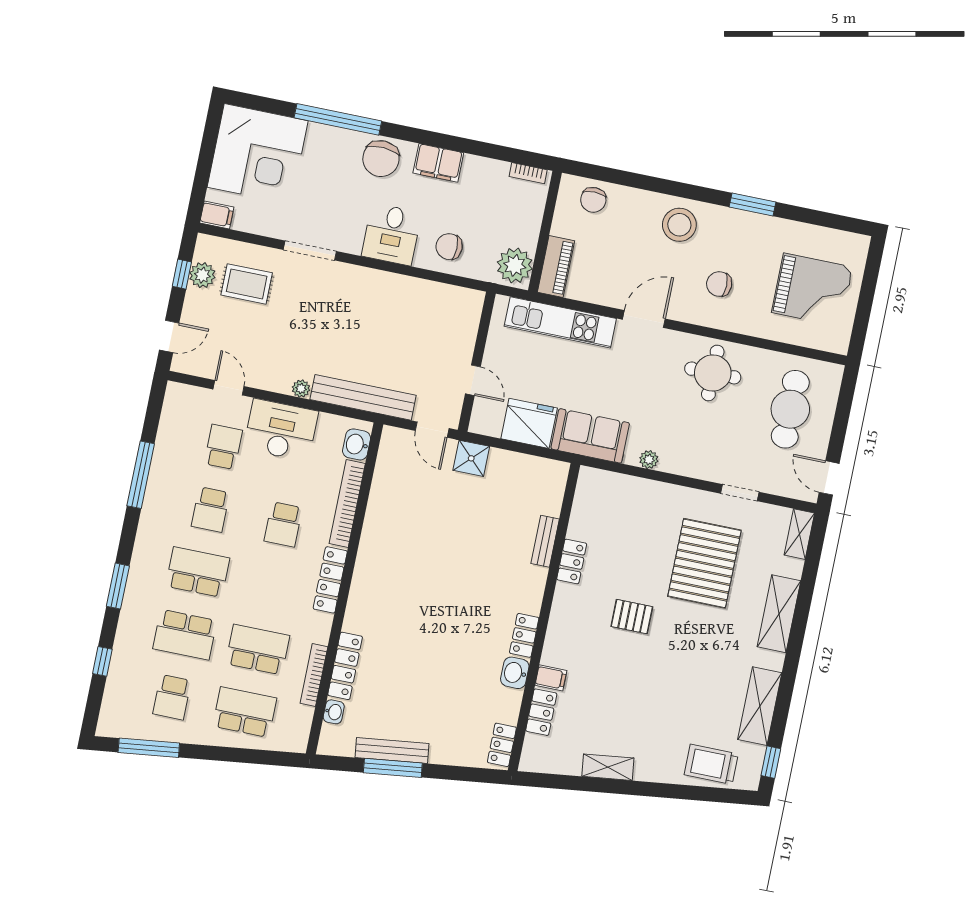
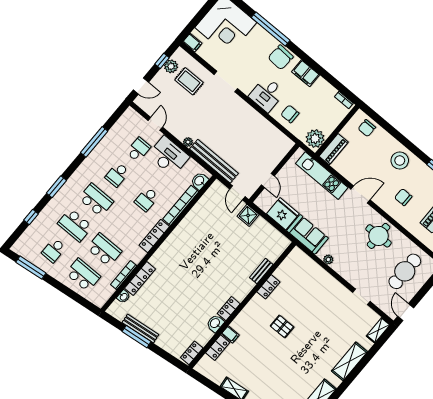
pallet: (704, 563) -> (328, 320), removed

